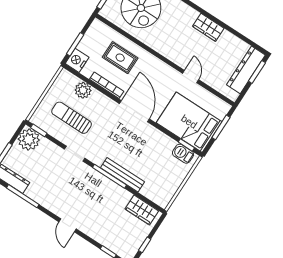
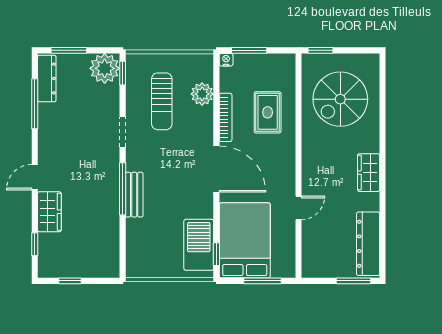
wardrobe: (208, 27) -> (369, 173), moved
nightstand: (77, 60) -> (226, 60), width x0.53, depth x0.56
dresser: (246, 70) -> (368, 244), moved, turned -90
door: (134, 111) -> (216, 169), hinge flipped
sun lounger: (72, 118) -> (162, 101), turned 180
barbecue: (183, 154) -> (199, 245), width x1.88, depth x1.53
bench: (123, 175) -> (134, 195), width x0.73
wardrobe: (142, 210) -> (49, 212), moved, turned 180

